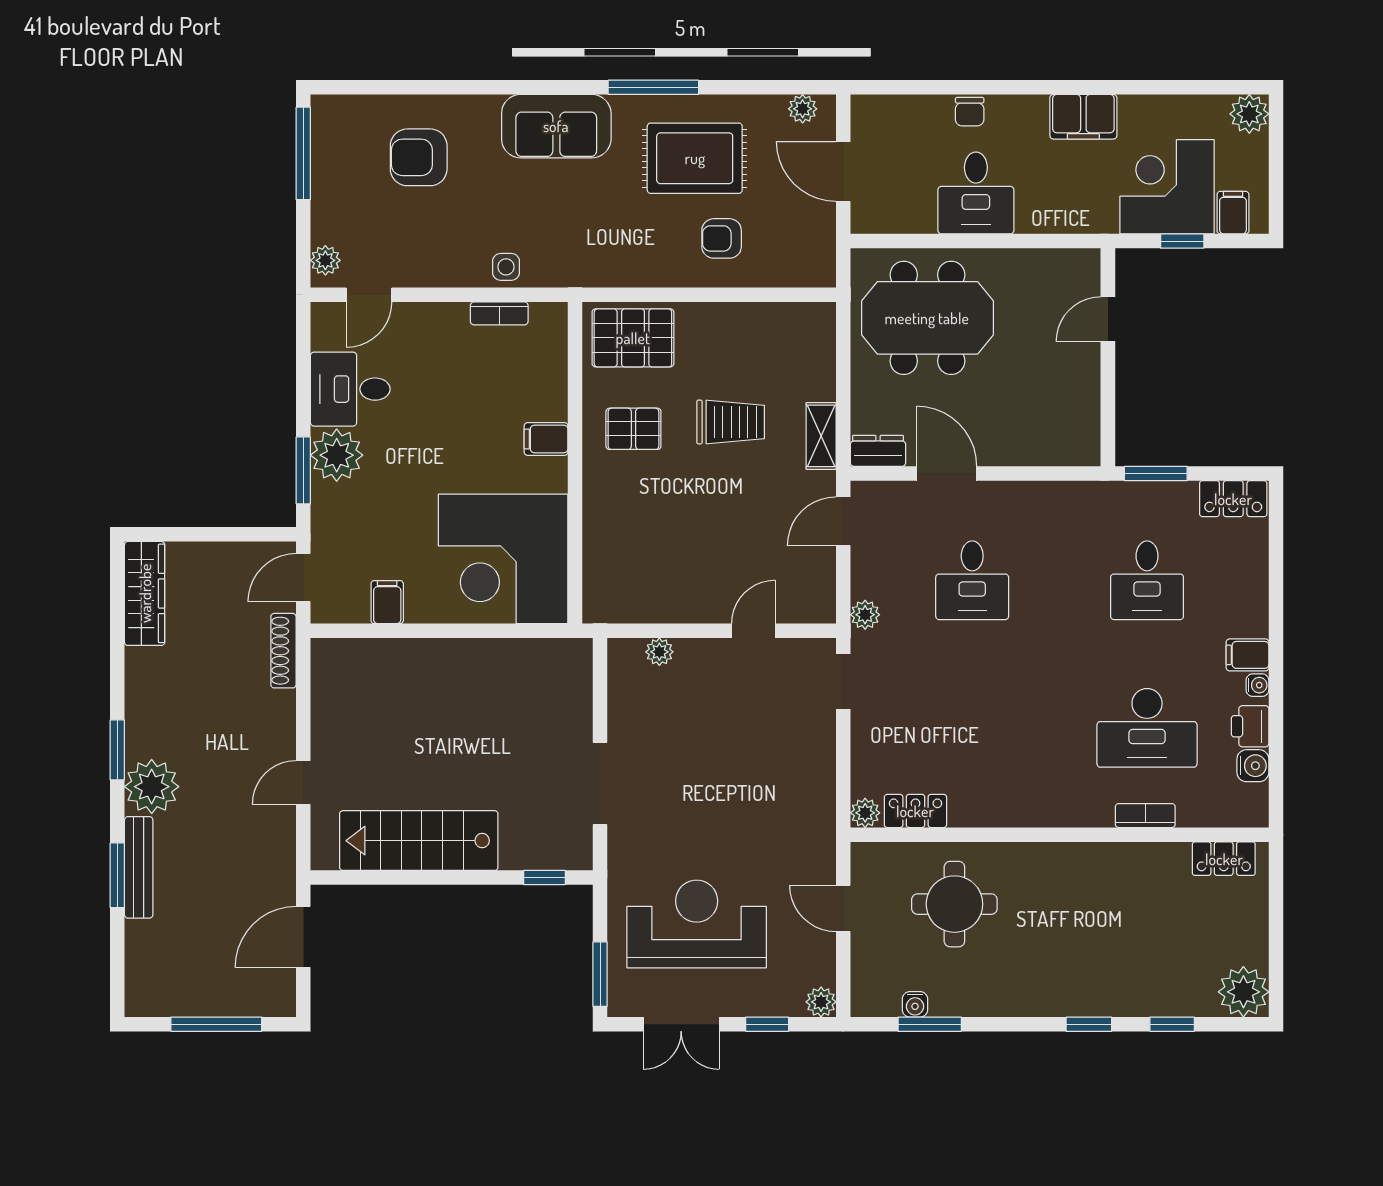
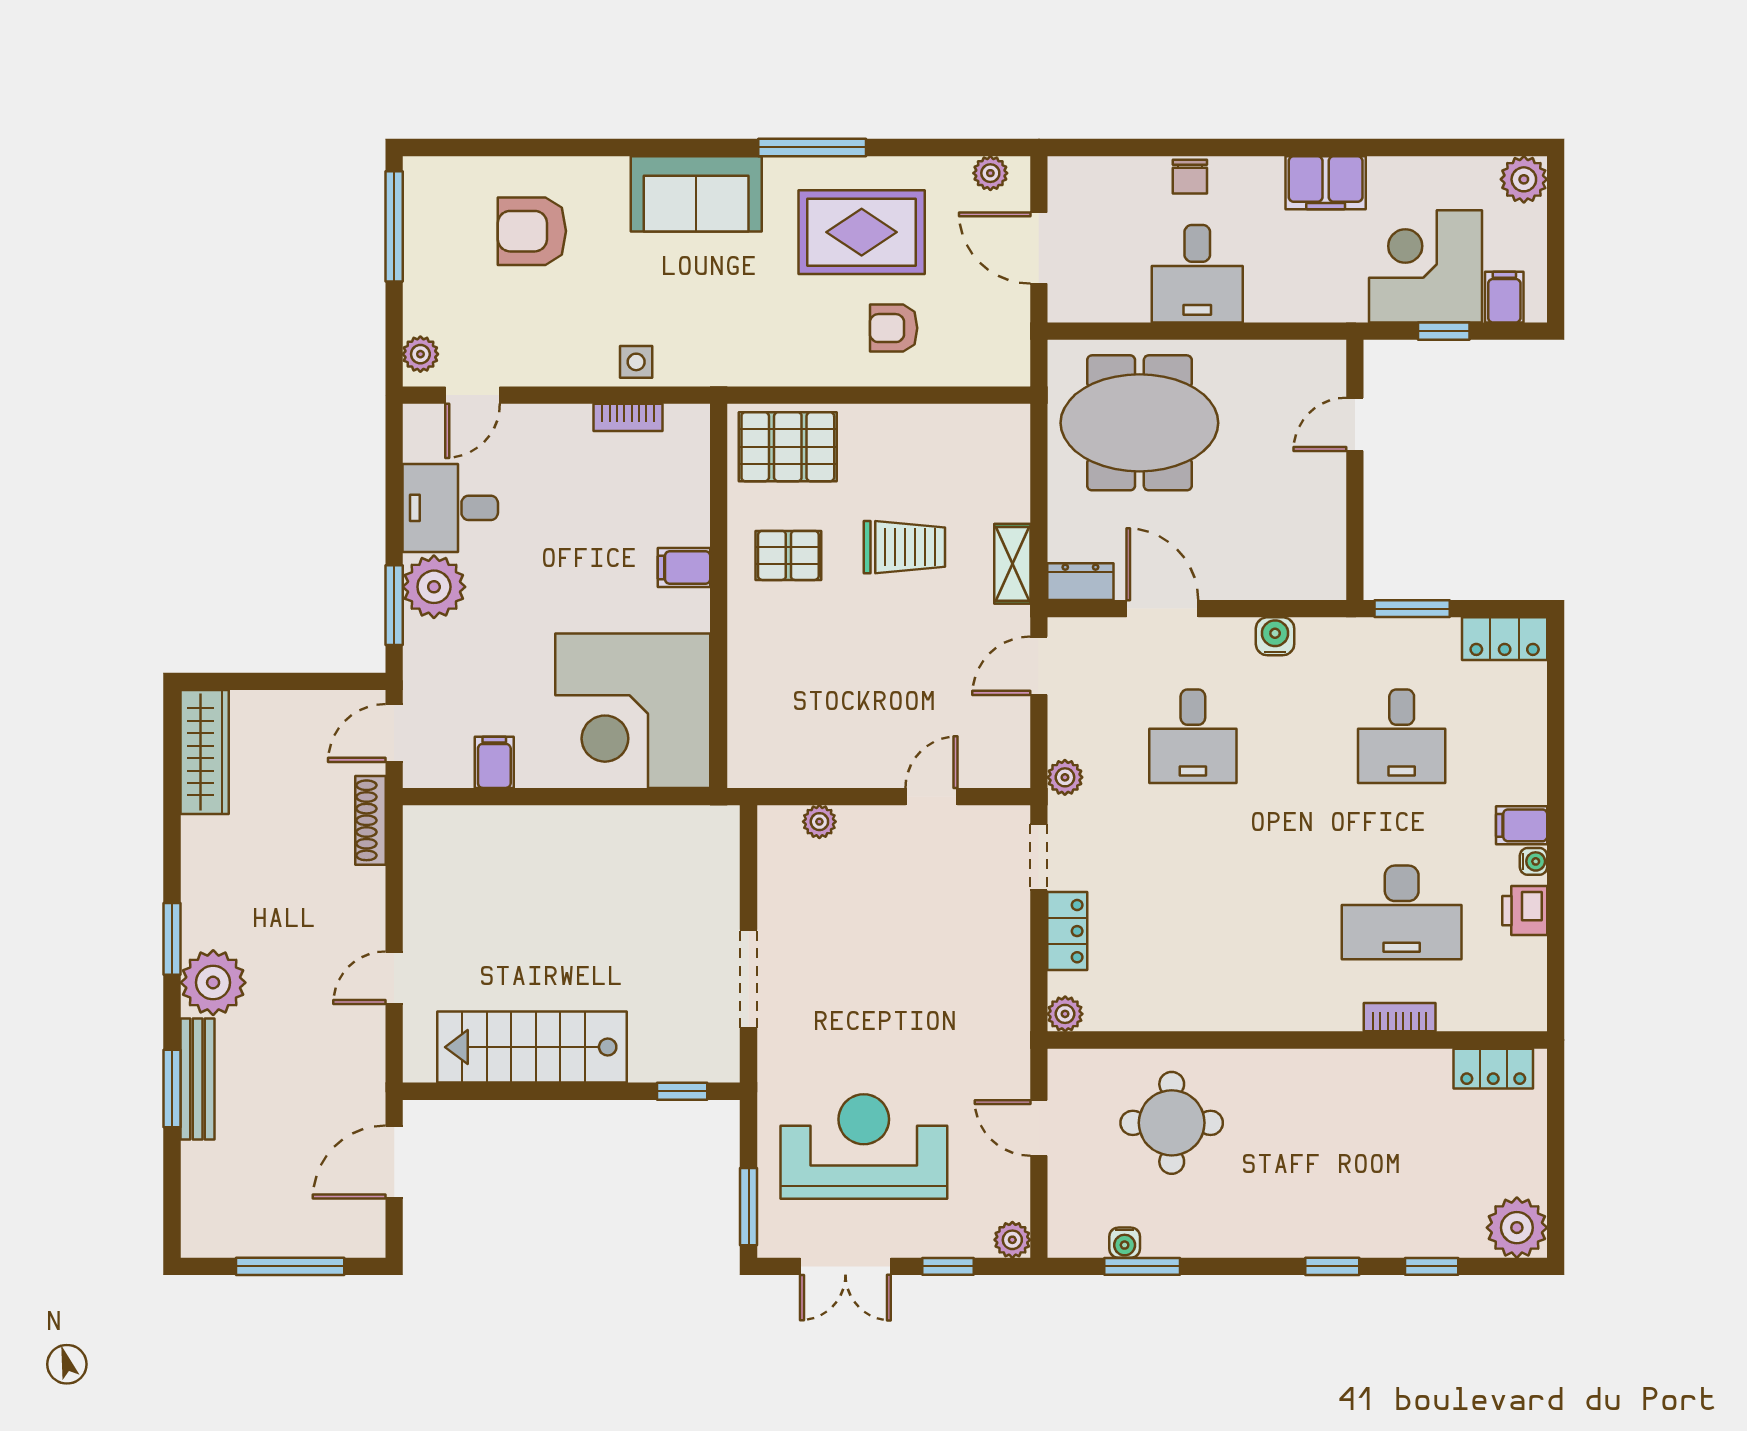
water cooler: (1253, 766) -> (1275, 636), moved, turned -90
locker: (915, 811) -> (1067, 931), moved, turned 90

